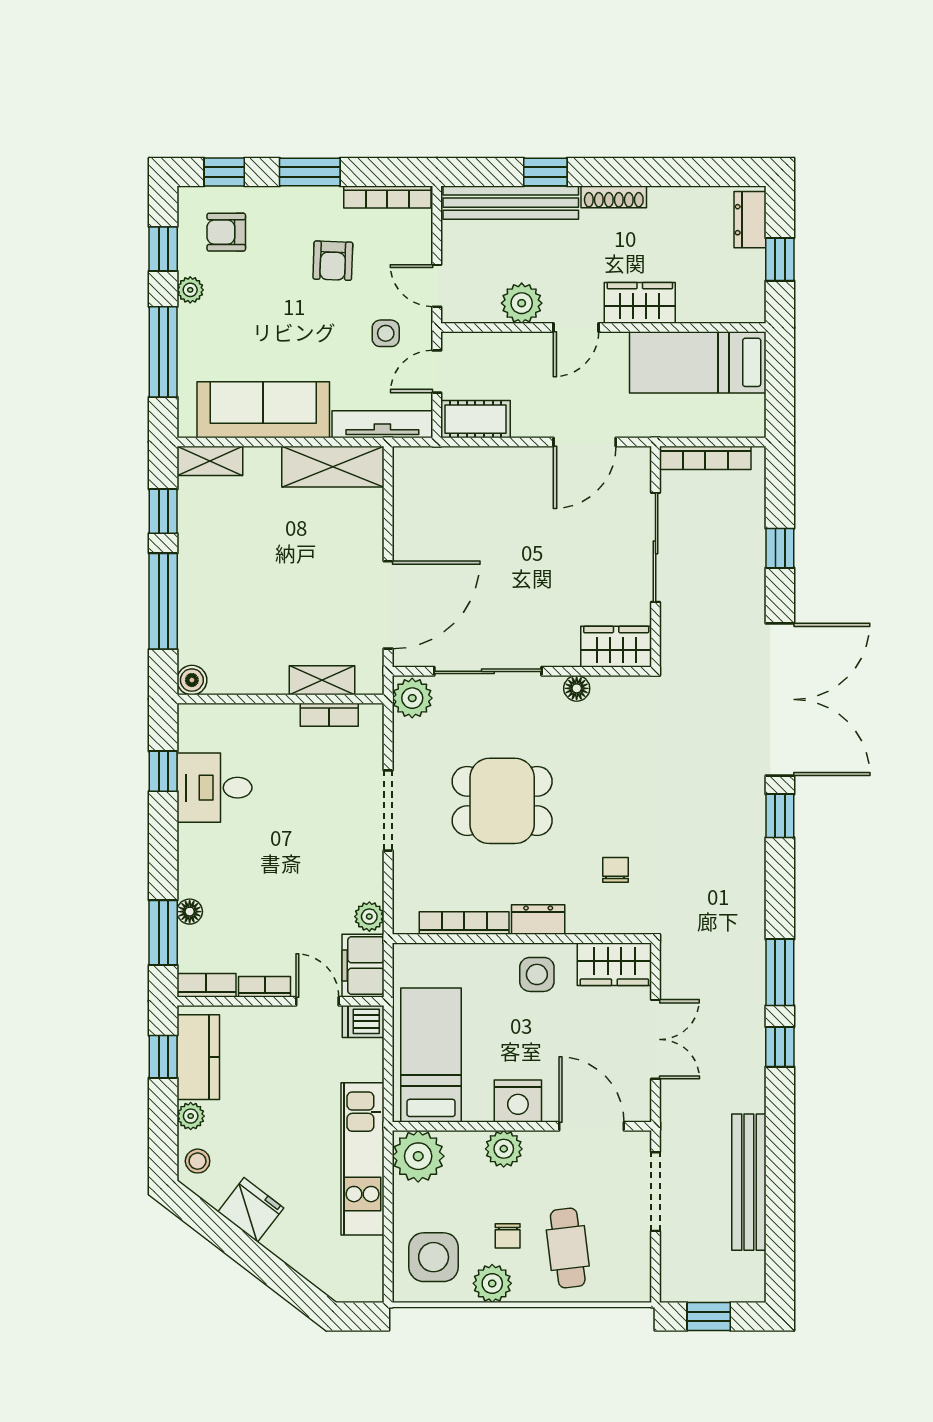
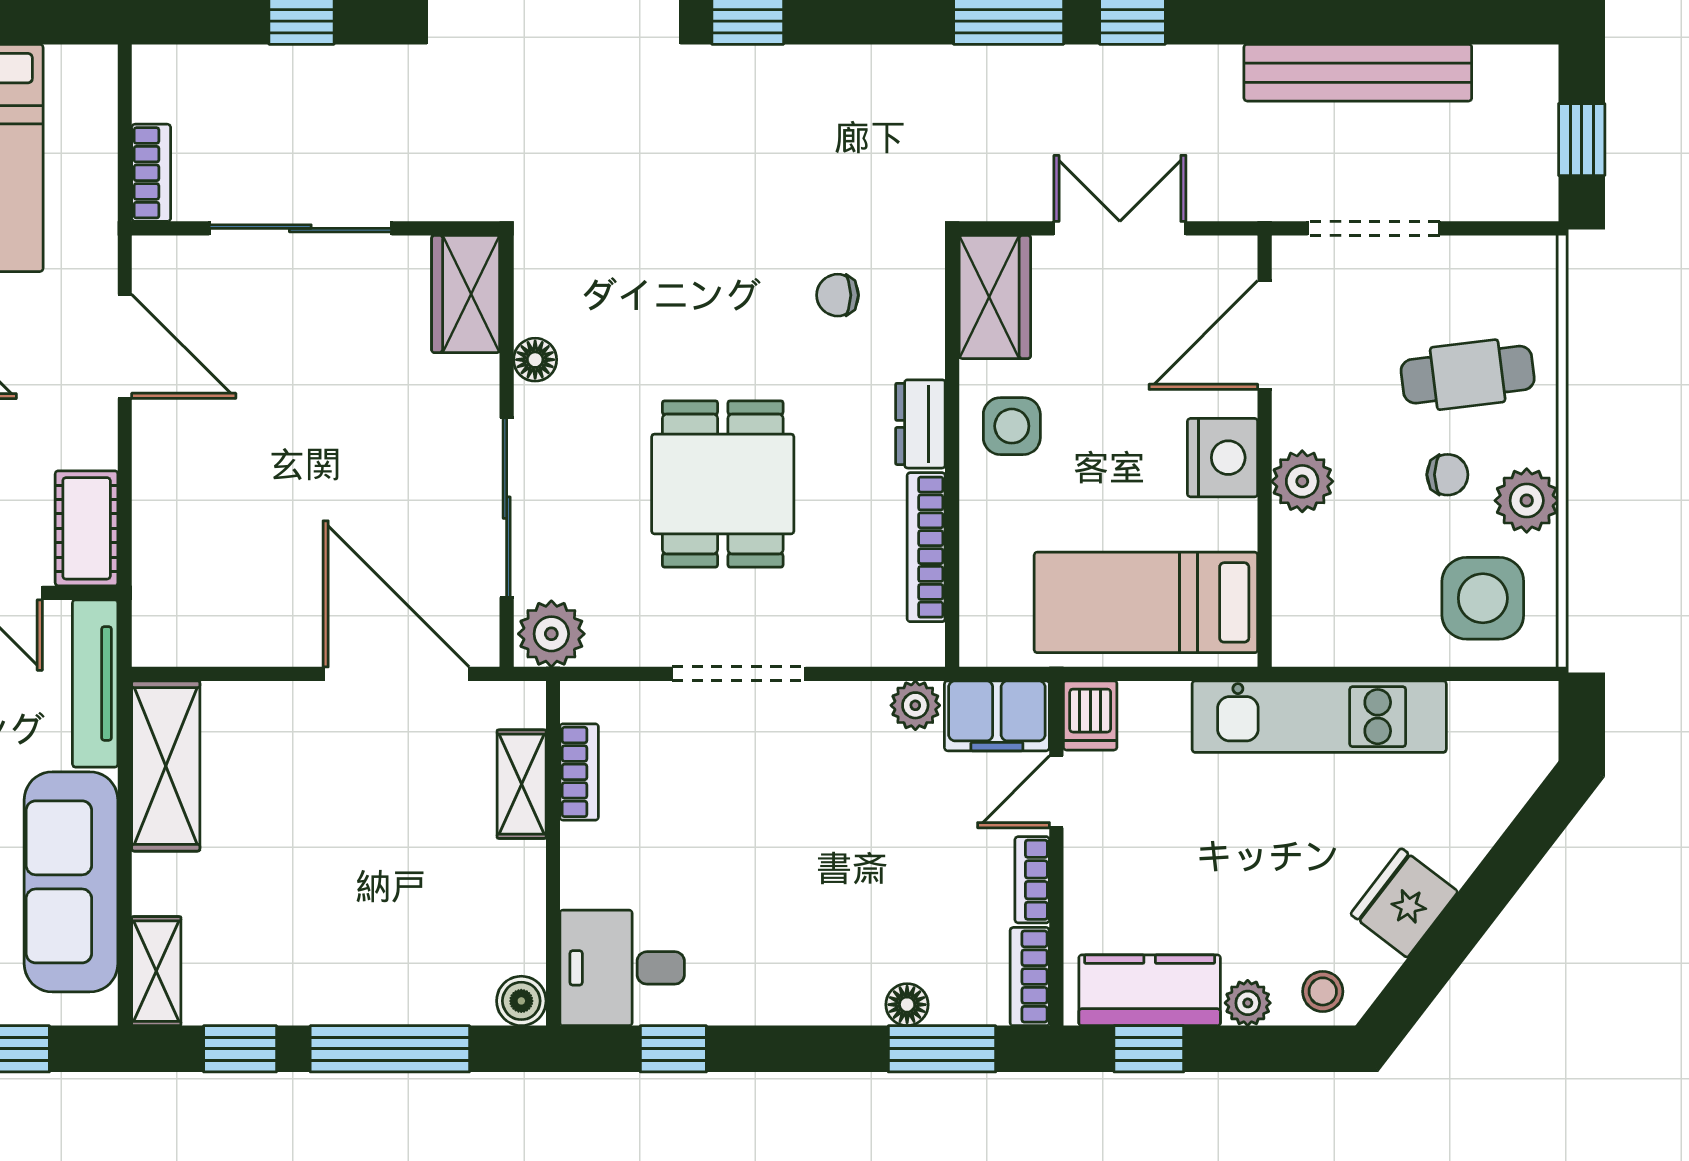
bookcase: (705, 458) -> (151, 173), width x0.64
desk: (214, 788) -> (622, 968), moved, turned 90
plant: (418, 1156) -> (1315, 624), removed

